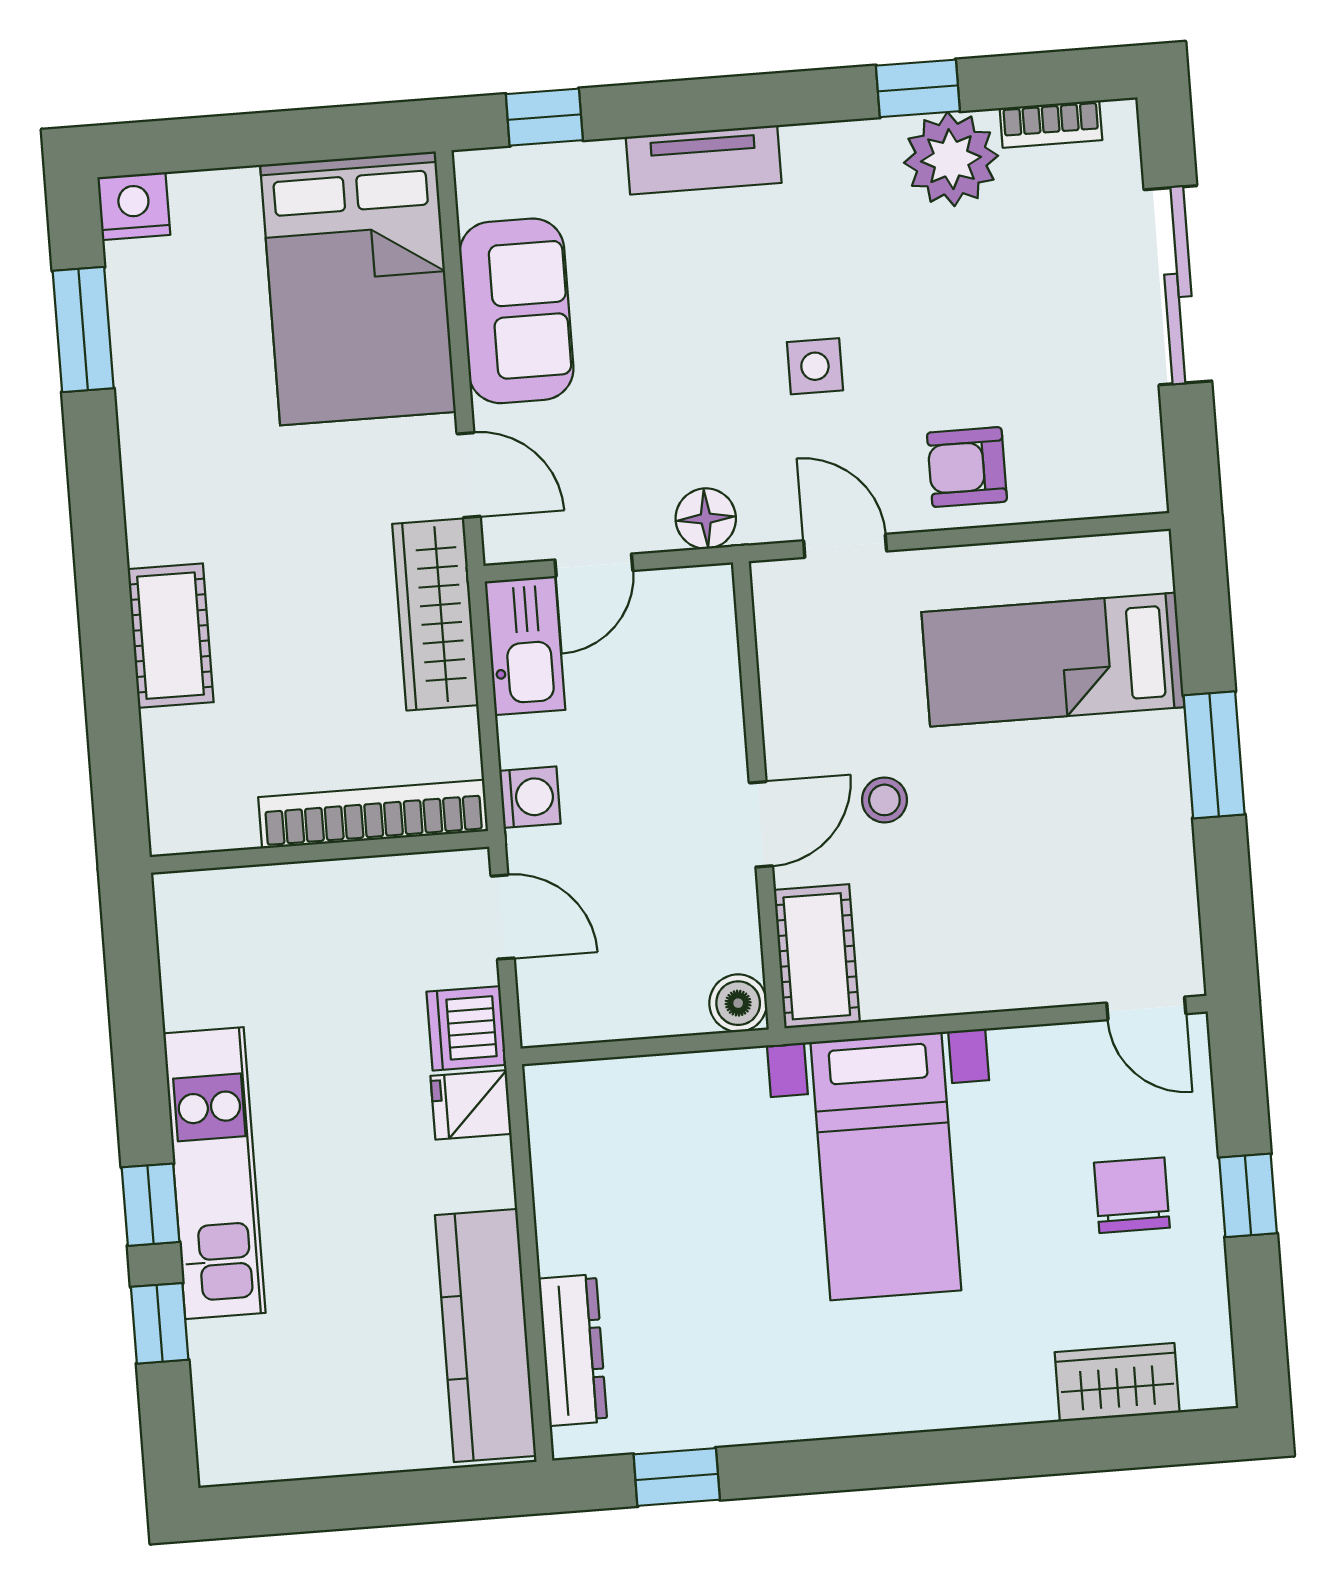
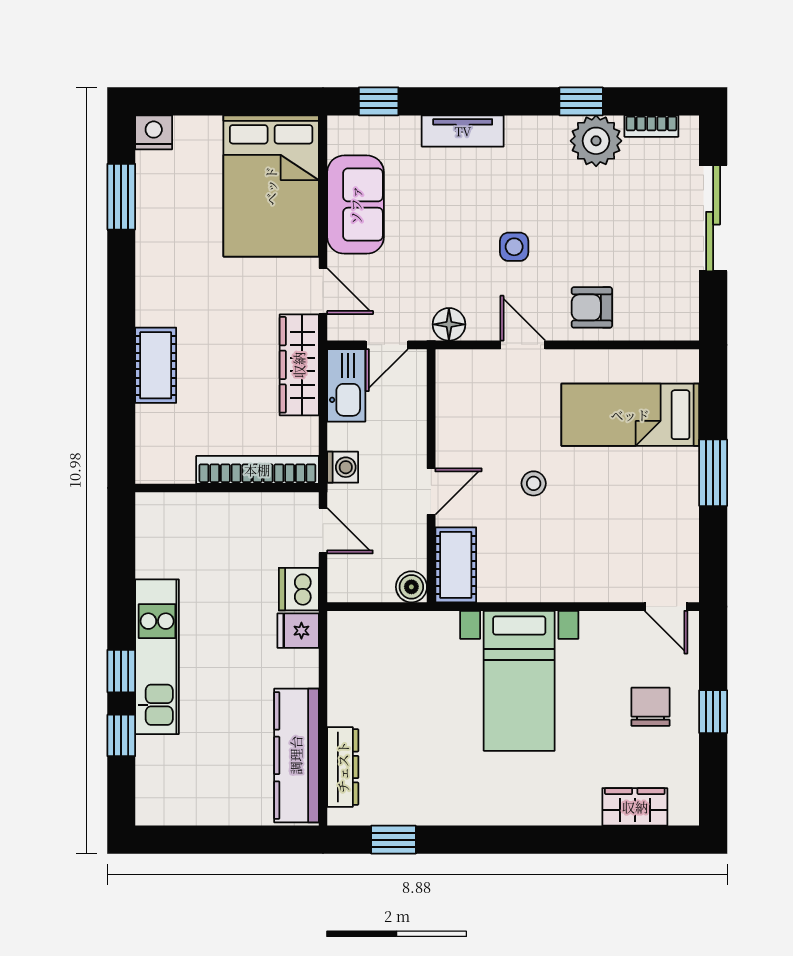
wall: (759, 795) -> (431, 476), moved
door: (761, 824) -> (431, 491), moved
cot: (817, 956) -> (456, 565), moved
boiler: (738, 1003) -> (411, 587), moved

